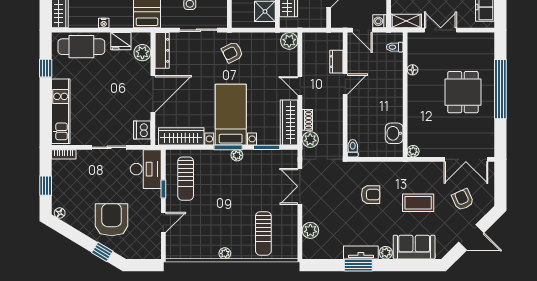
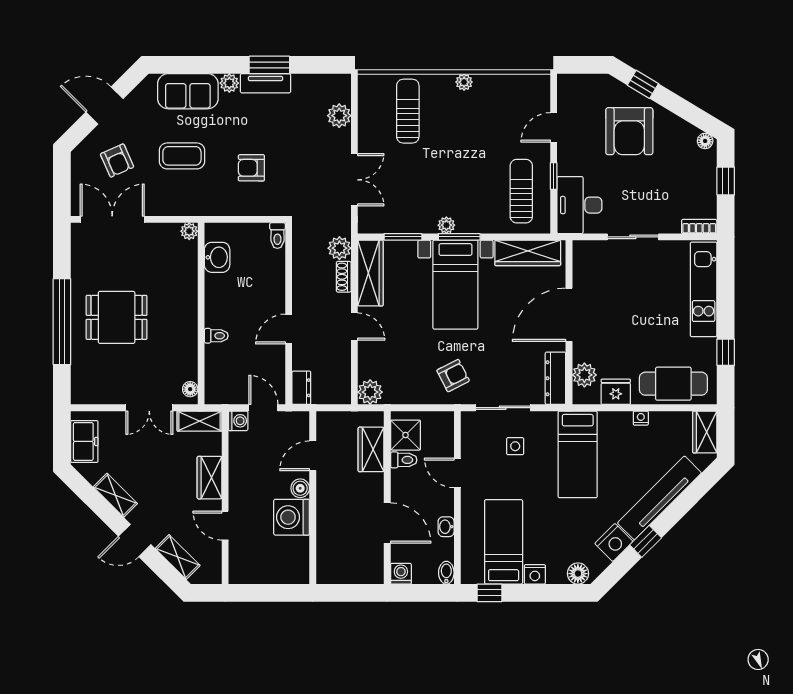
toilet: (395, 47) -> (216, 336), moved
dresser: (336, 62) -> (301, 388), moved
floor lamp: (413, 70) -> (190, 389), moved
dining table: (463, 92) -> (117, 317), turned 90
dishwasher: (142, 130) -> (585, 262), removed

